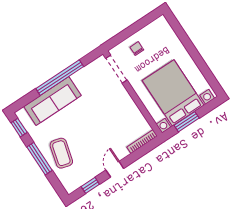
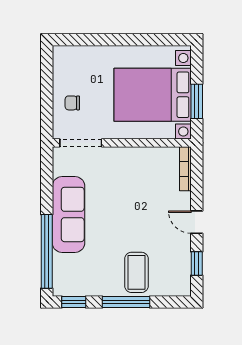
window: (60, 78) -> (47, 251), moved
sofa: (52, 101) -> (68, 214), moved
coffee table: (61, 153) -> (136, 272), turned 75

